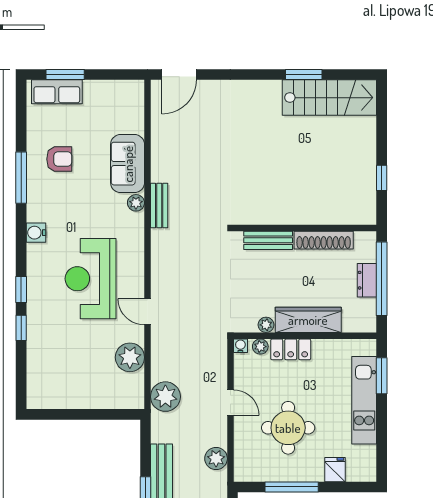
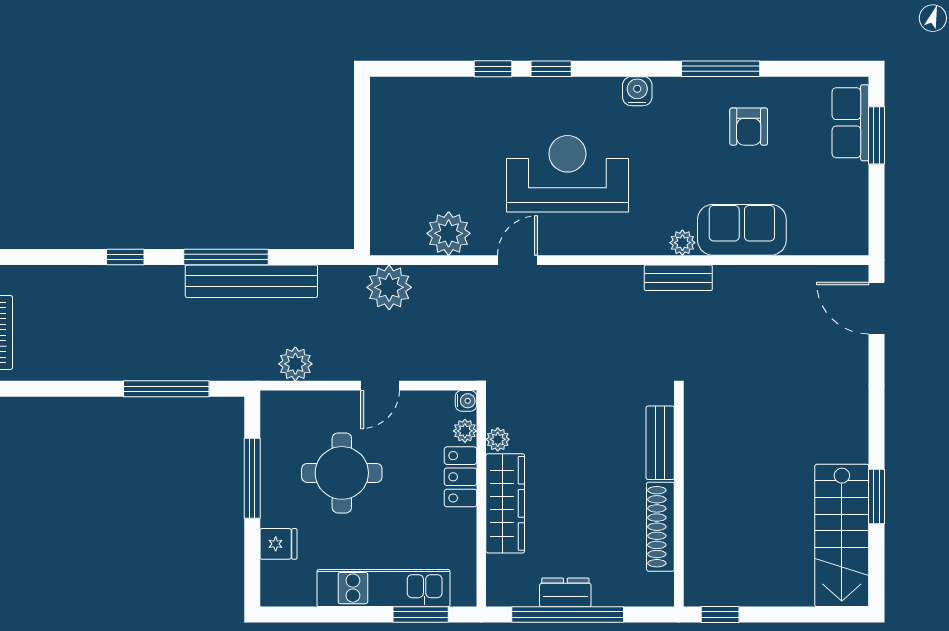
wall: (305, 228) -> (679, 499), moved
bench: (268, 240) -> (660, 443), moved
shoe rack: (324, 240) -> (660, 527), moved

